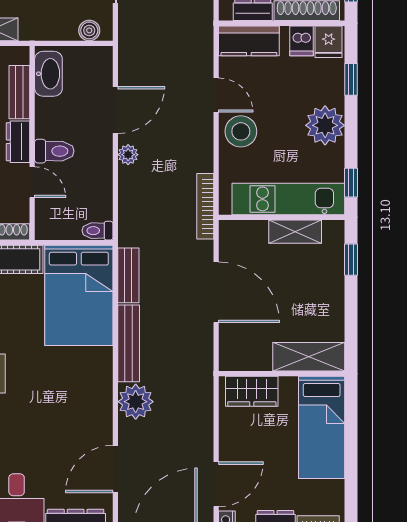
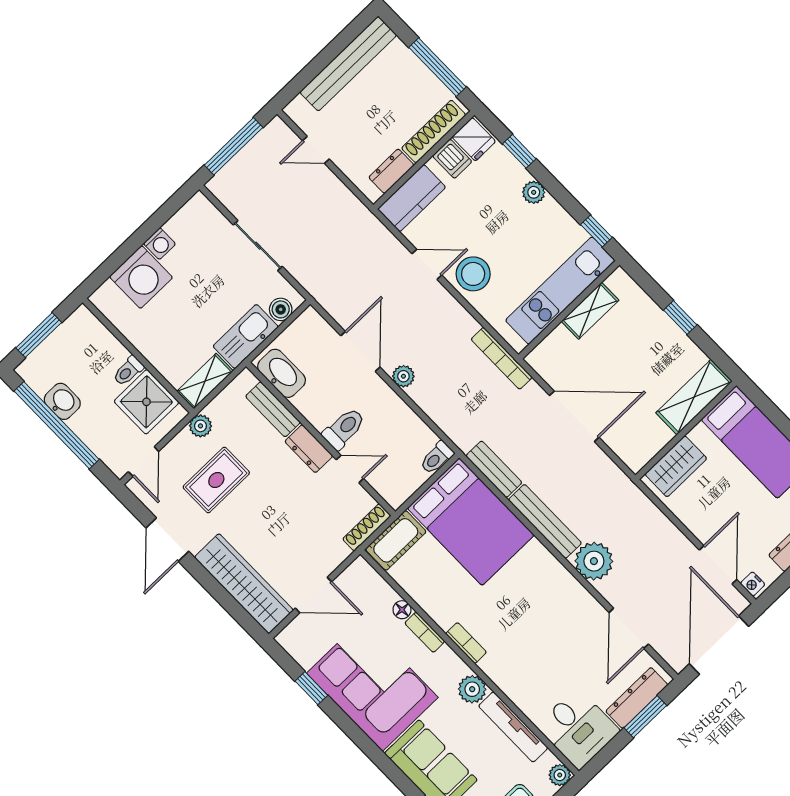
kitchen sink: (48, 26) -> (246, 336), added
plant: (325, 125) -> (534, 192), width x0.53, depth x0.53
window: (351, 260) -> (680, 318), moved

